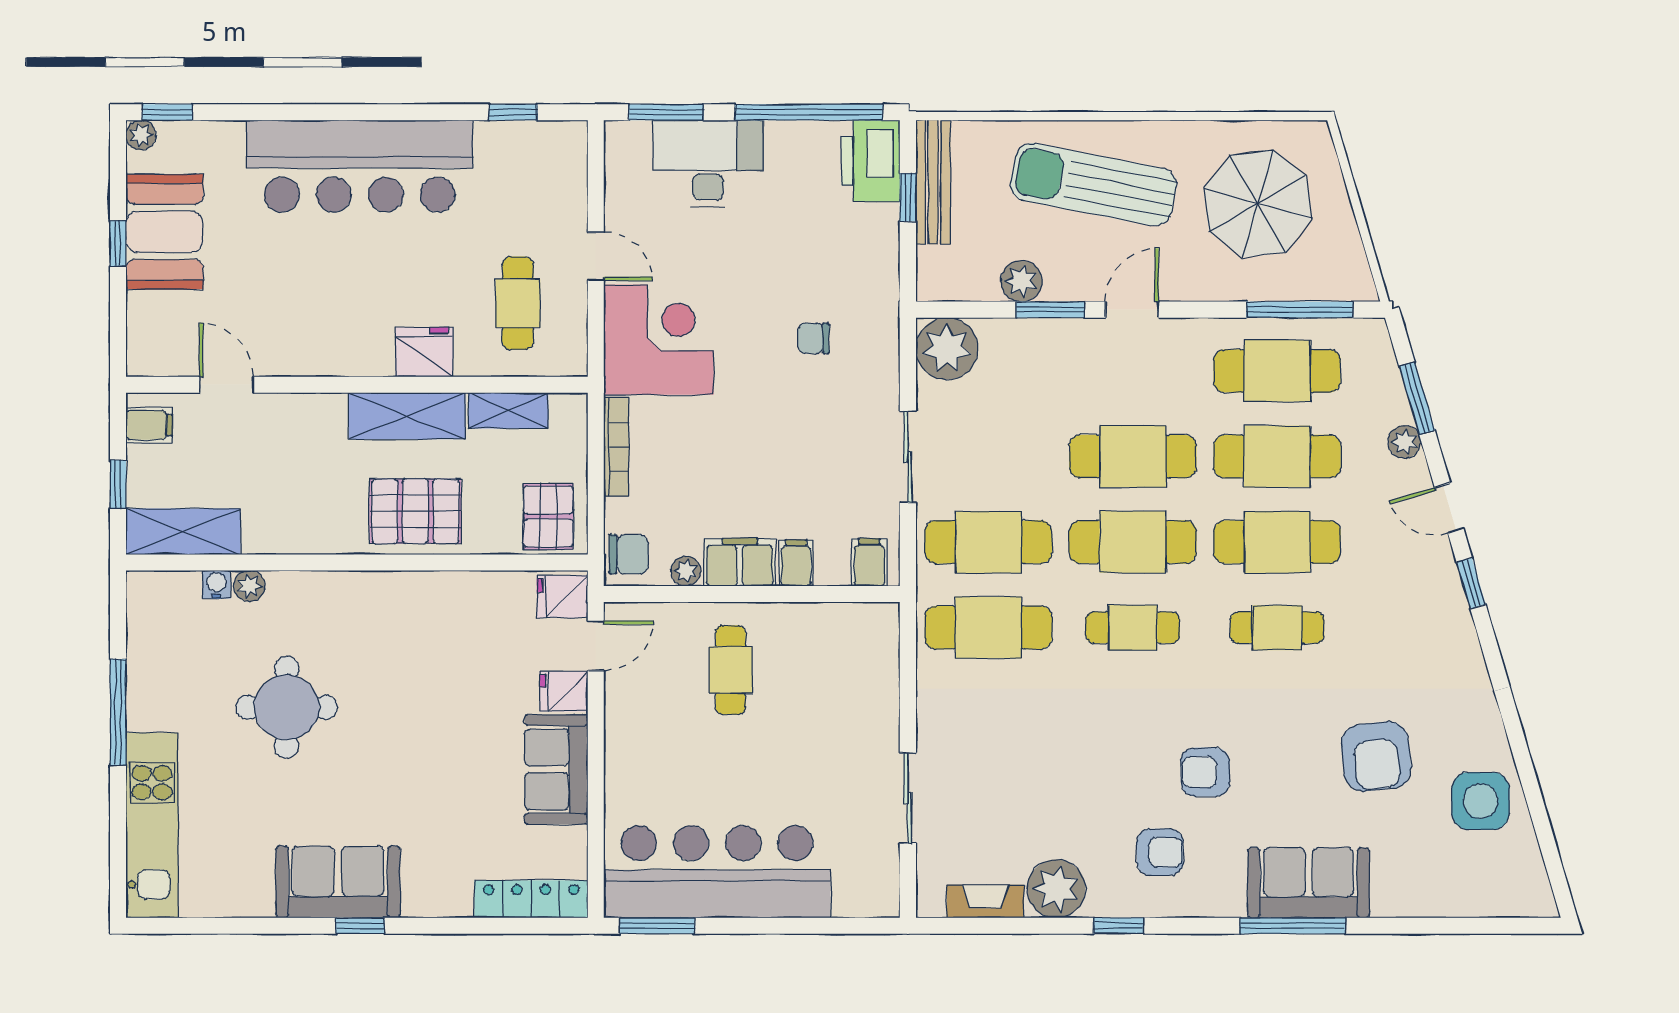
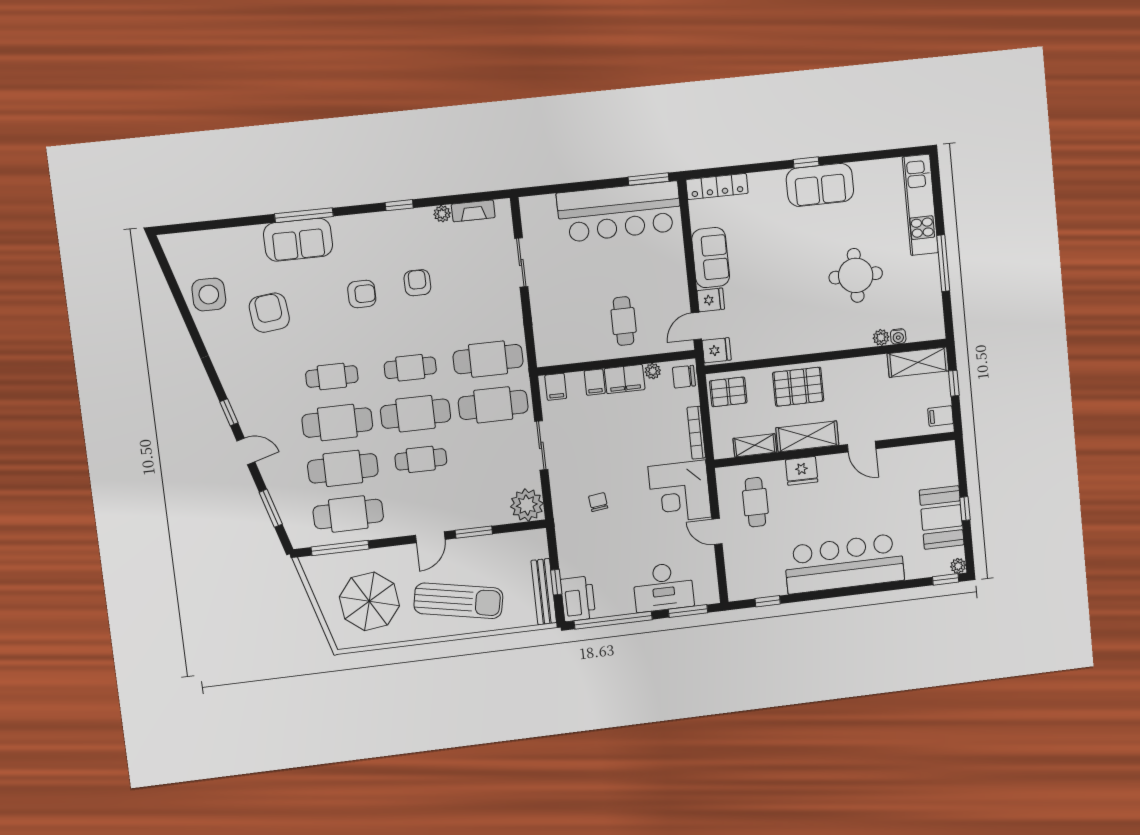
plant: (1021, 281) -> (491, 545), removed
chair: (813, 338) -> (598, 502), turned -97
door: (226, 385) -> (862, 447), moved
plant: (1404, 442) -> (275, 484), removed
cafe table: (1133, 456) -> (421, 459), width x0.73, depth x0.74
pallet: (548, 516) -> (728, 392), turned 90
armchair: (1160, 852) -> (417, 283), moved, turned 90
plant: (1056, 889) -> (442, 214), width x0.53, depth x0.53

